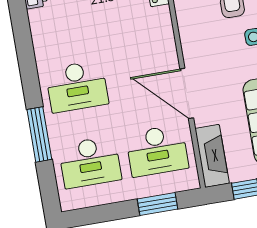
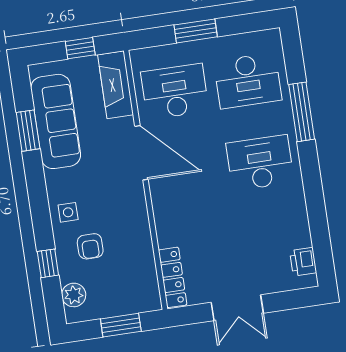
desk: (90, 162) -> (248, 81), turned 180
window: (158, 204) -> (196, 31), moved

